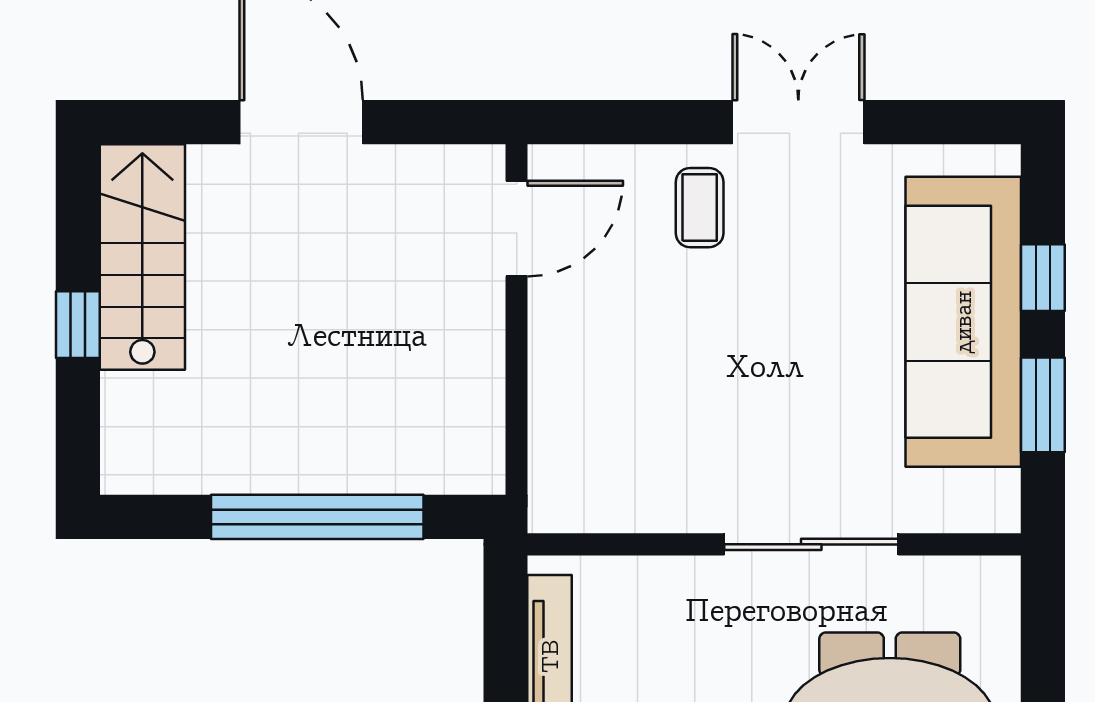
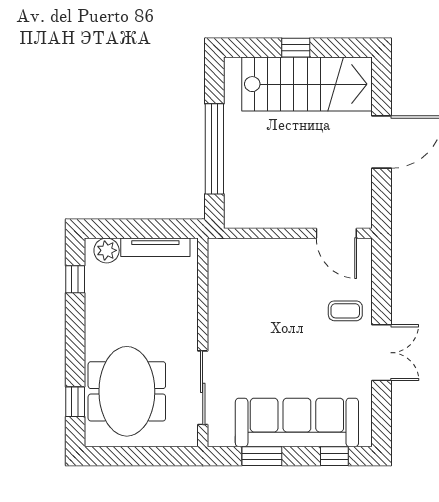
stairs: (142, 257) -> (307, 84), width x1.36, depth x1.51
window: (1043, 278) -> (334, 456), moved
sliding door: (811, 544) -> (203, 388), moved

